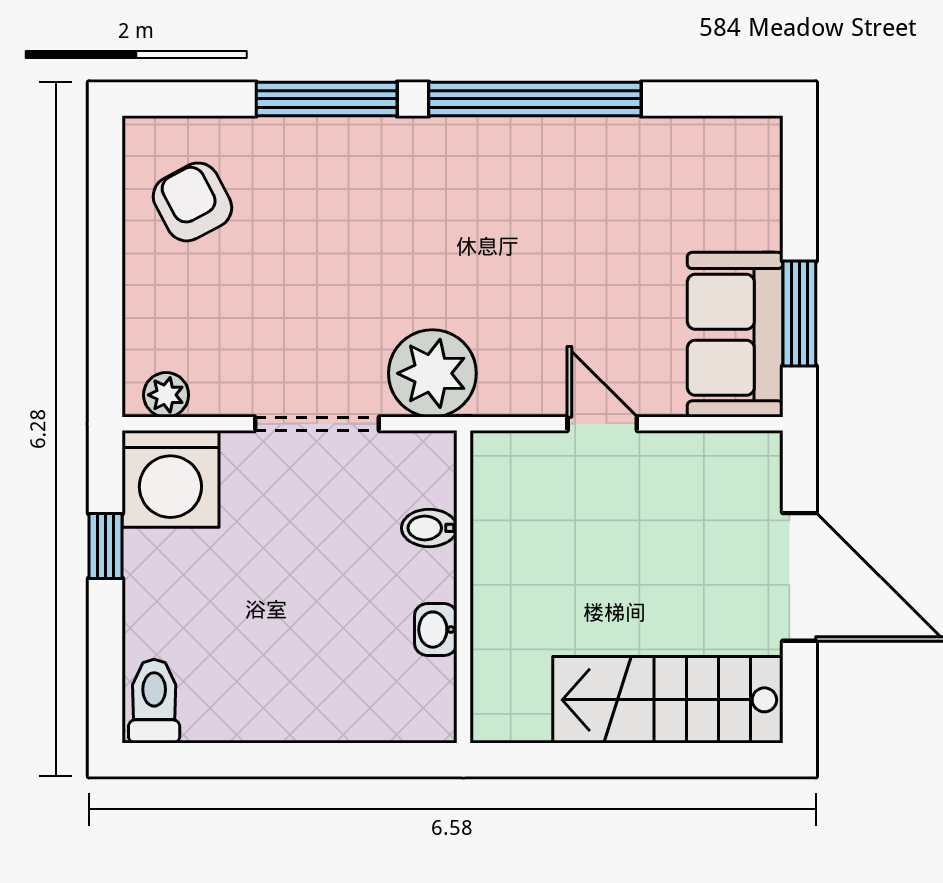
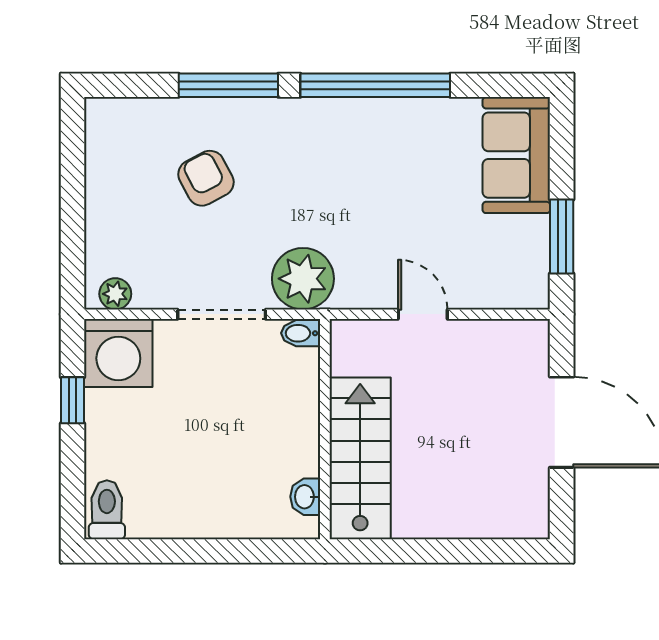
armchair: (192, 202) -> (206, 178), moved
sofa: (735, 335) -> (516, 155), moved
bidet: (429, 528) -> (301, 333), moved
washbasin: (436, 630) -> (305, 497), moved
stairs: (668, 700) -> (360, 458), moved, turned 90

